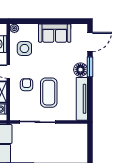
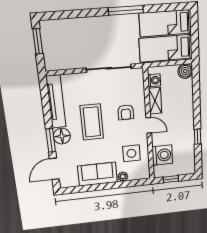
plant: (14, 28) -> (123, 177), moved
coffee table: (49, 93) -> (92, 122), moved
window: (90, 147) -> (38, 41), added

